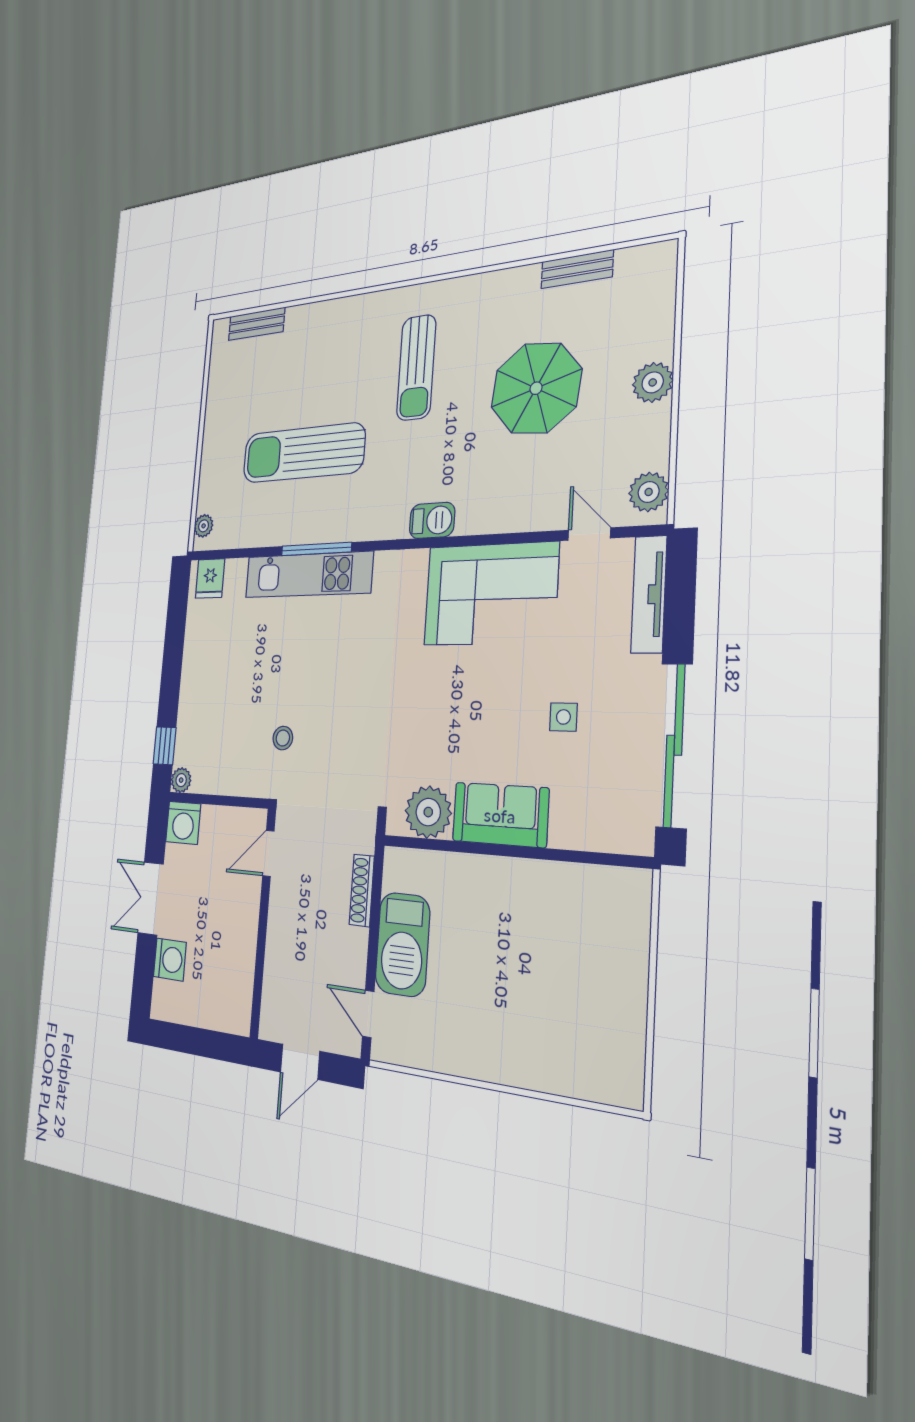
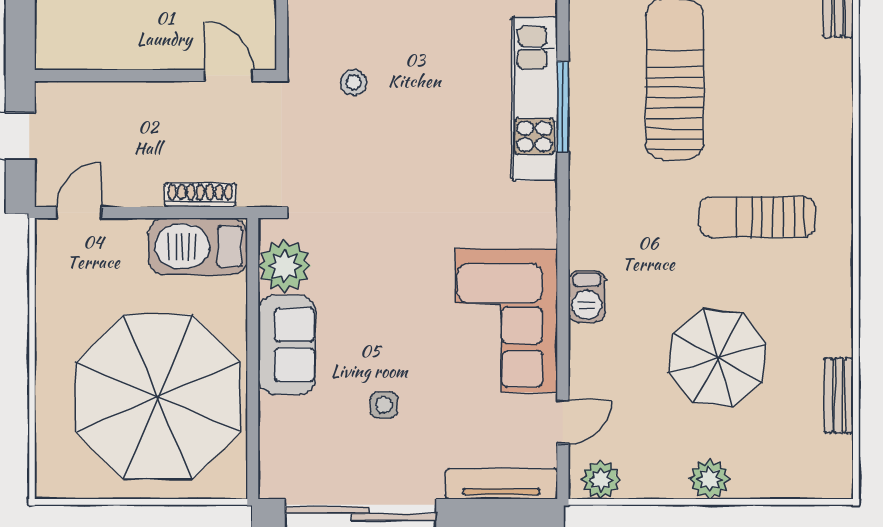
barbecue: (432, 520) -> (587, 297), moved
barbecue: (403, 944) -> (198, 246), moved
parasol: (543, 956) -> (158, 397), added

